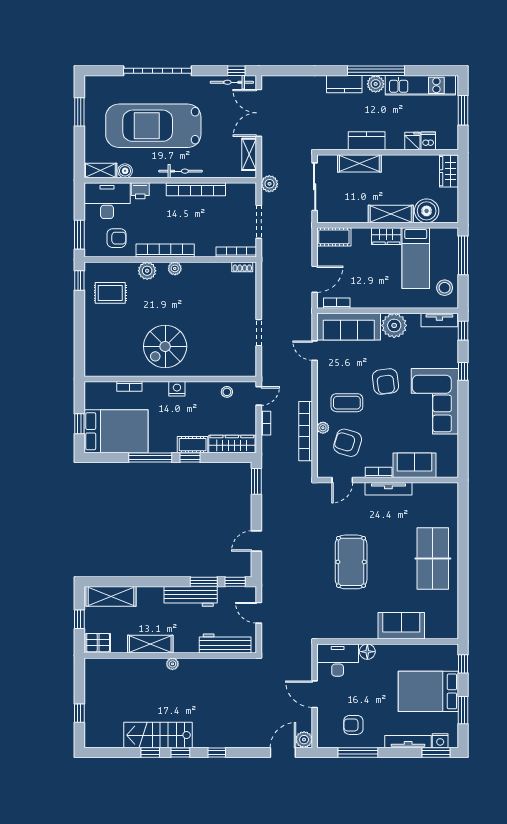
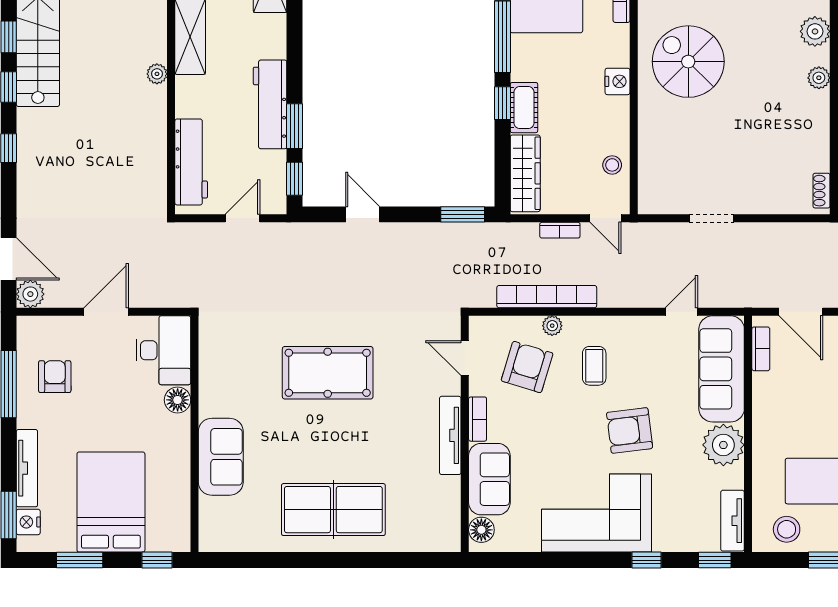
coffee table: (347, 403) -> (594, 366), width x0.73, depth x0.77
floor lamp: (445, 470) -> (481, 530), added

